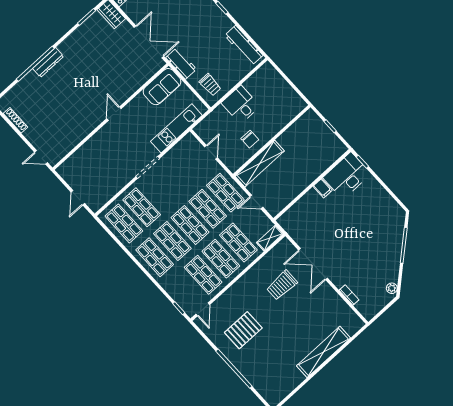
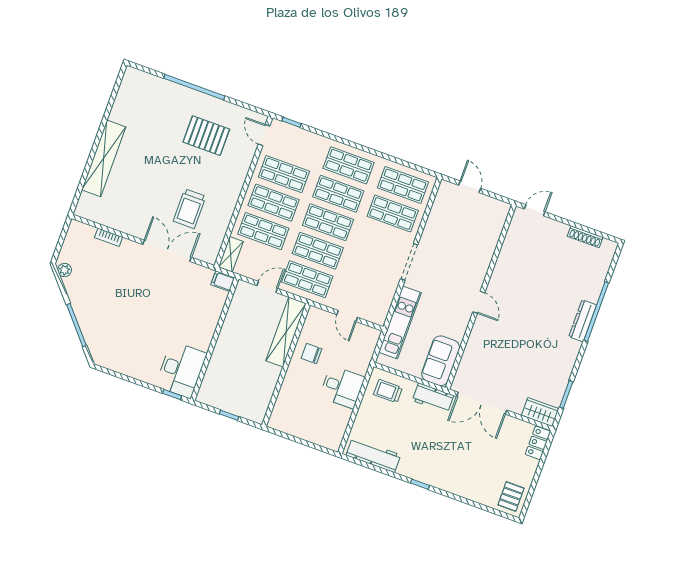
filing cabinet: (323, 188) -> (223, 281), moved
trolley: (282, 285) -> (190, 209), turned 180
pallet: (243, 330) -> (206, 136), turned 90

